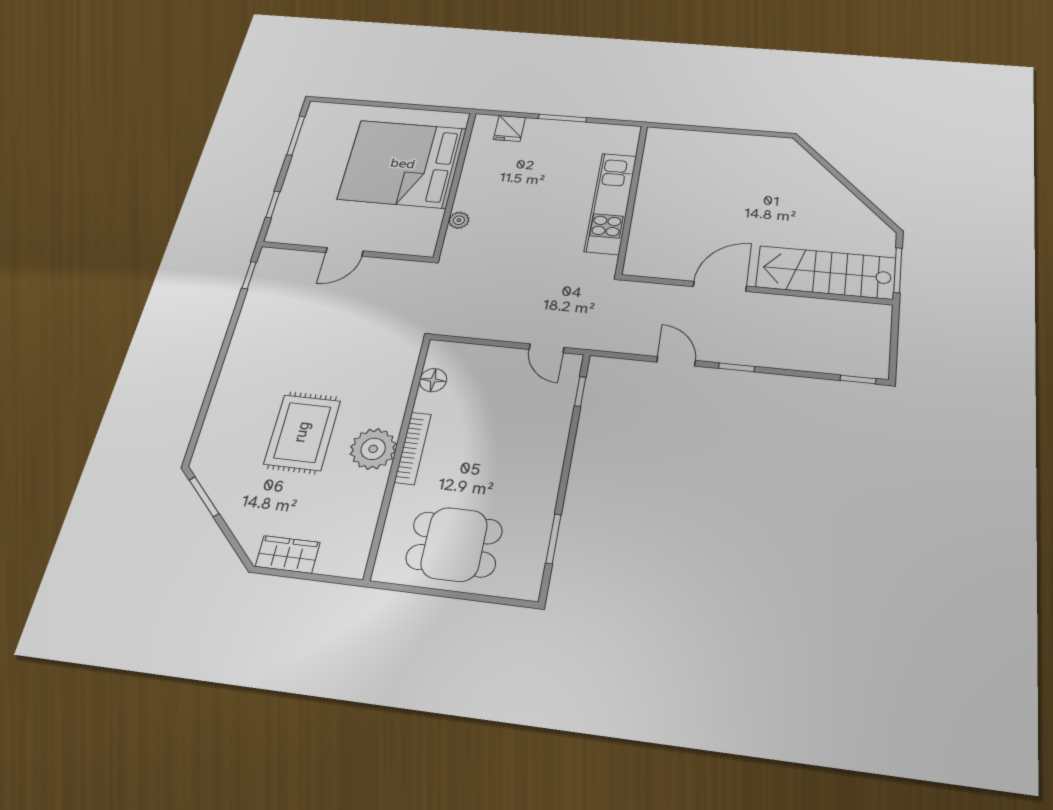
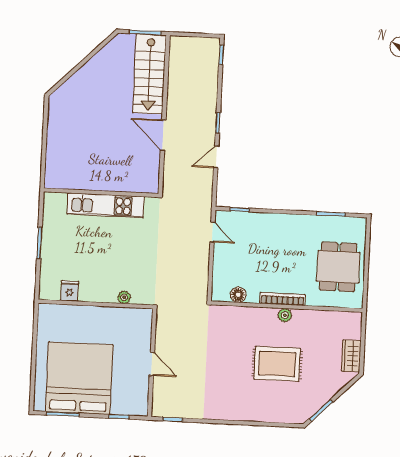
fridge: (510, 128) -> (70, 291), moved, turned -90
bed: (403, 164) -> (79, 378), moved, turned 180
door: (546, 348) -> (212, 232), hinge flipped
plant: (373, 449) -> (285, 315), width x0.53, depth x0.53

